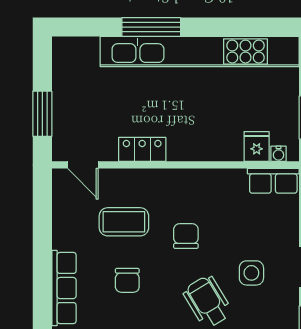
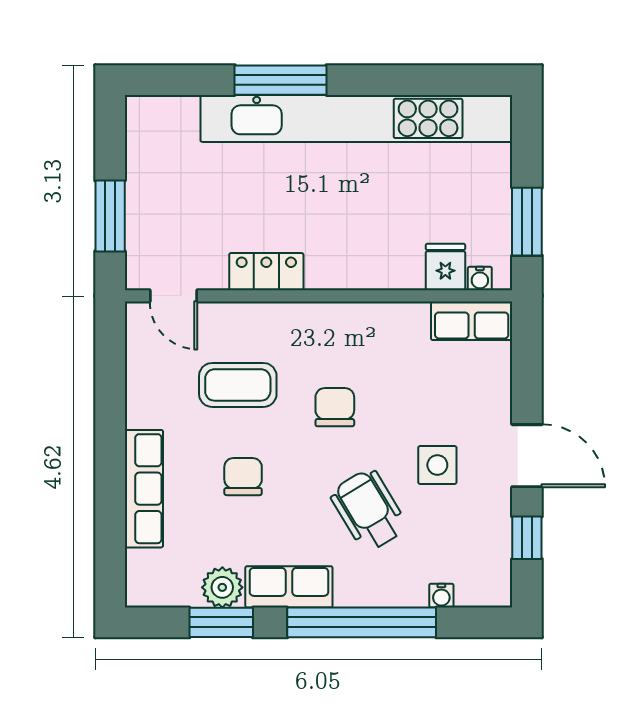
chair: (127, 280) -> (243, 477), turned 180

